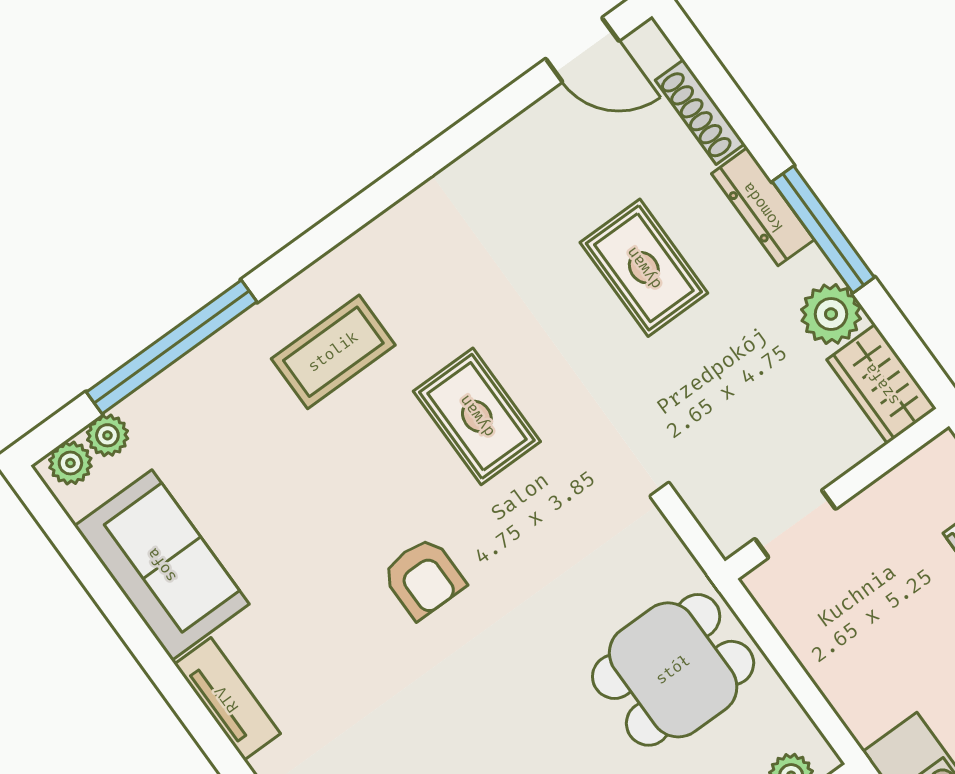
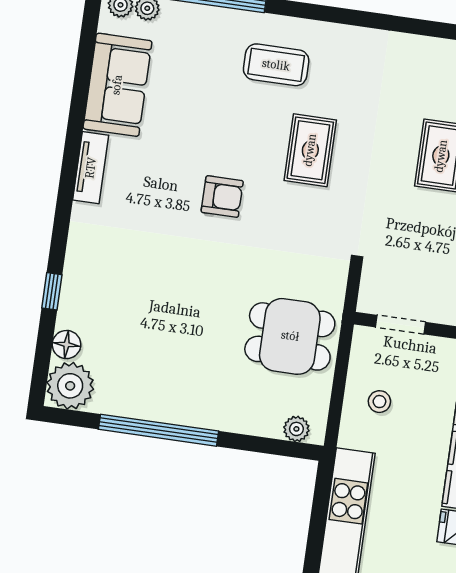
armchair: (423, 578) -> (222, 197), turned -90
stool: (861, 644) -> (379, 402), added

